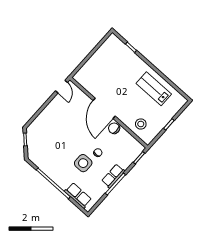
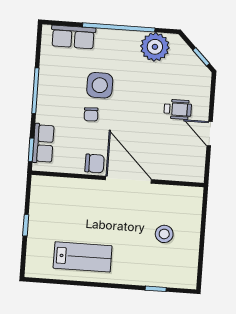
door: (62, 87) -> (210, 134), moved
wheelchair: (55, 123) -> (178, 109), added
stool: (141, 124) -> (164, 234), moved
plant: (43, 161) -> (155, 47), added
row of seats: (113, 176) -> (43, 143), moved

